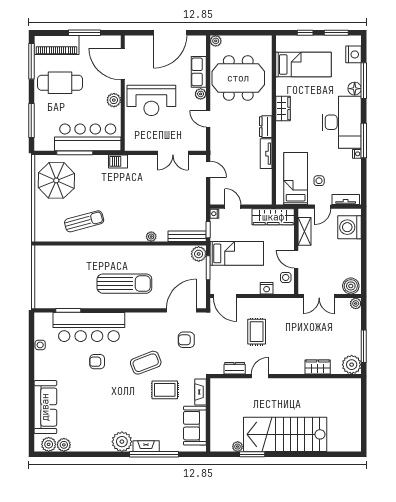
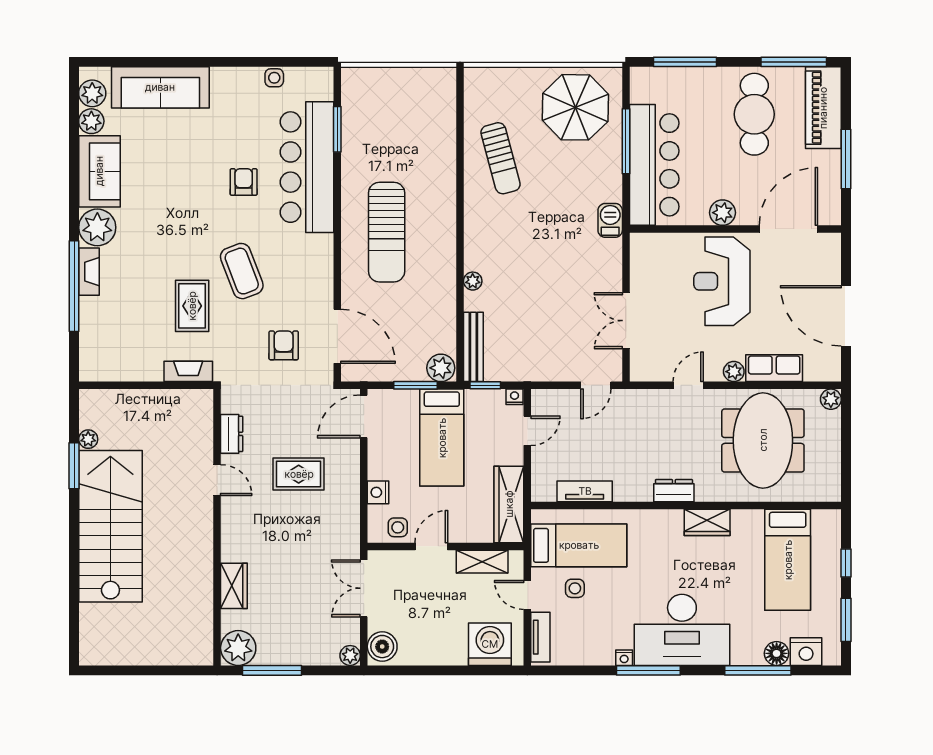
floor lamp: (355, 89) -> (777, 653), moved
tv unit: (266, 154) -> (585, 491), moved
sofa: (195, 426) -> (99, 171), moved, turned 90

